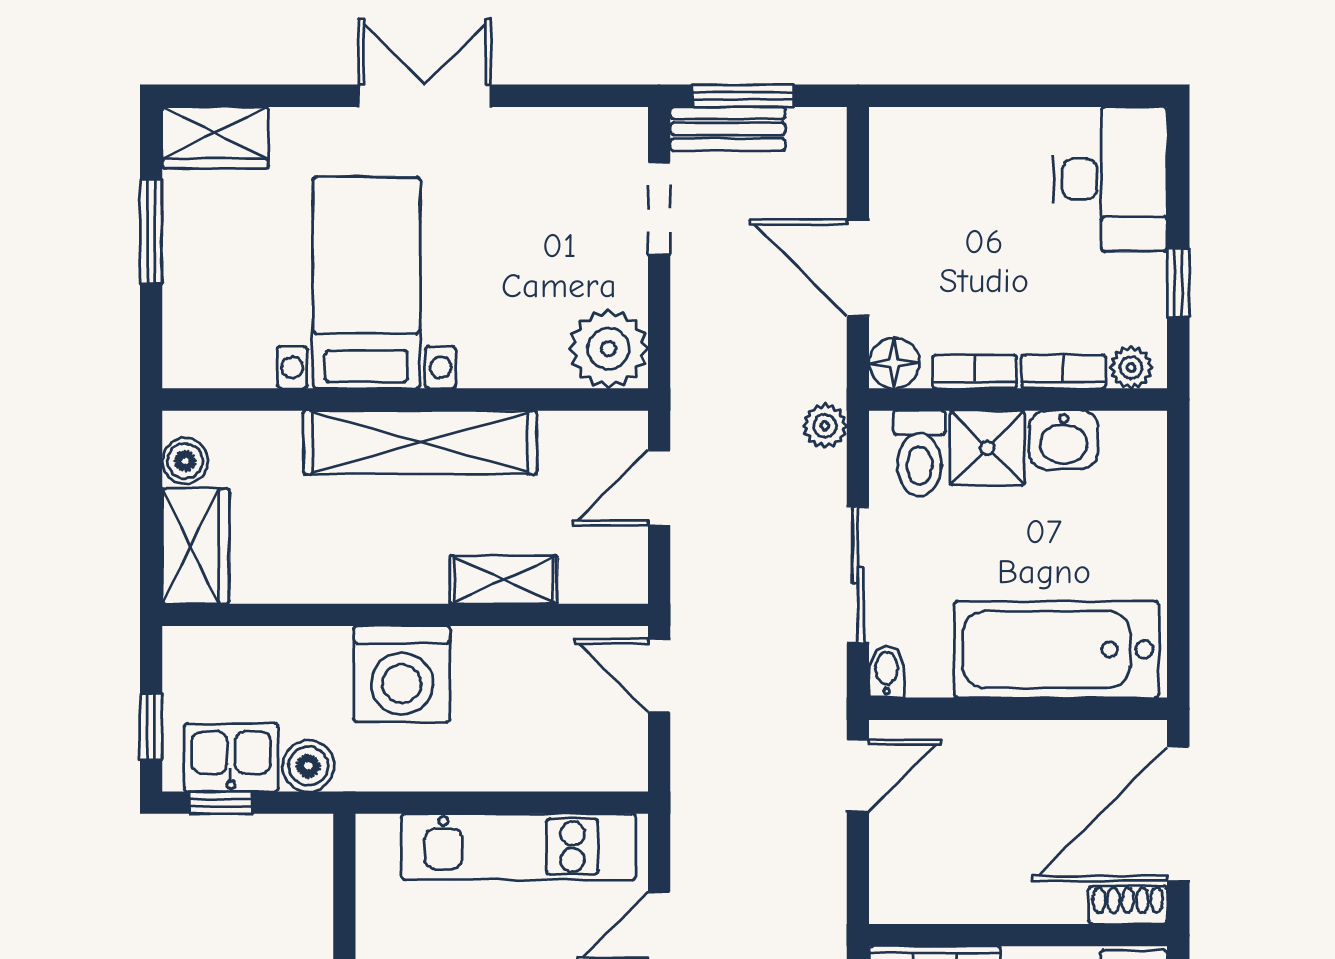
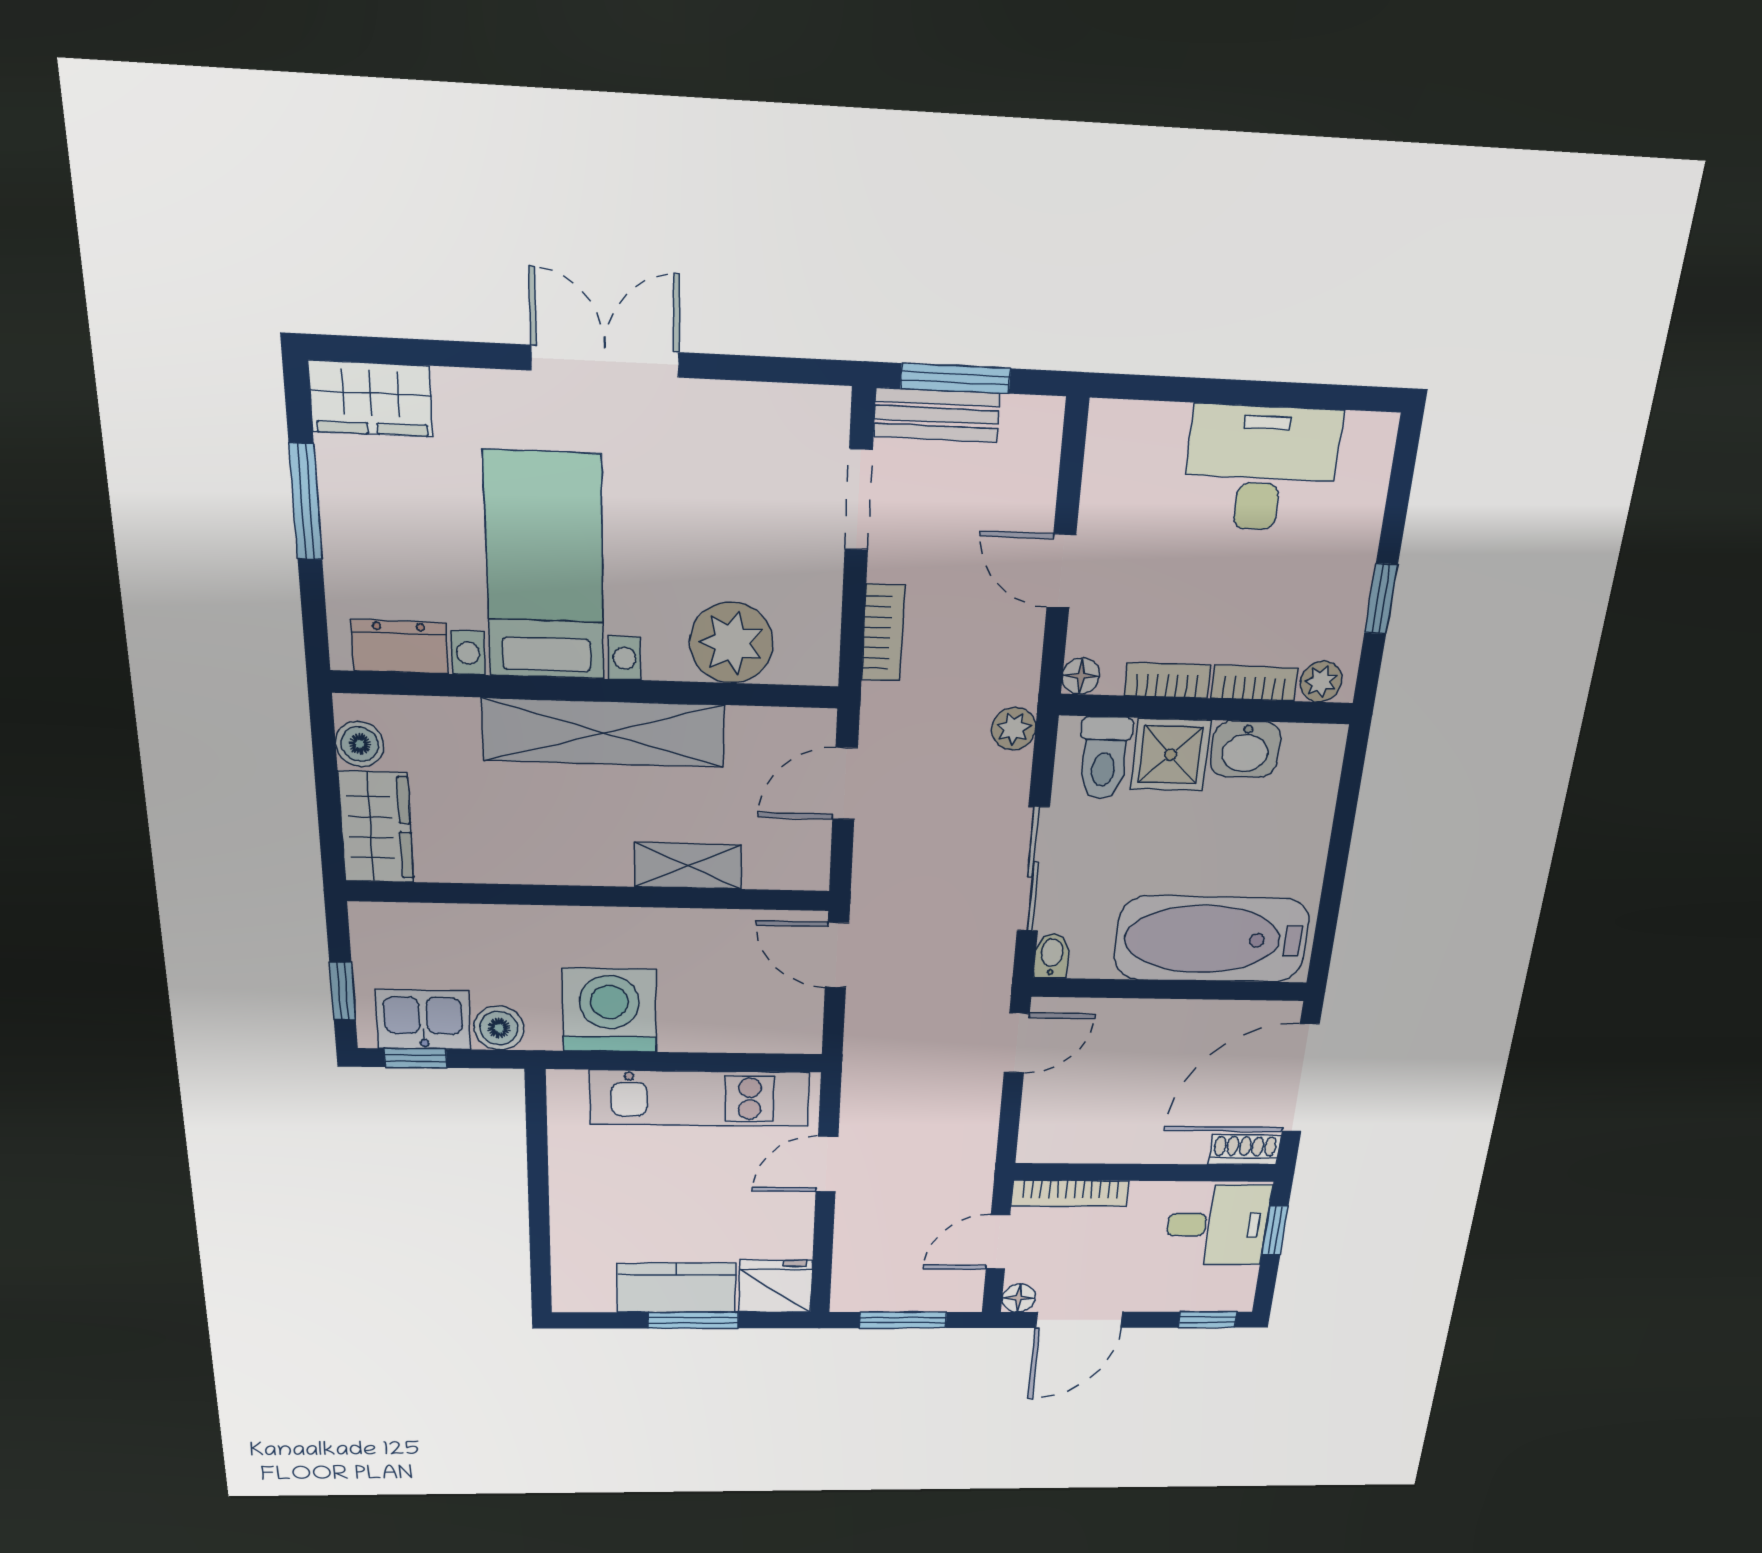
desk: (1110, 179) -> (1261, 468), moved, turned -90
door: (858, 268) -> (1061, 571), width x0.73
bookcase: (689, 334) -> (883, 633), added
plant: (608, 349) -> (731, 643), moved
floor lamp: (894, 363) -> (1081, 676), width x0.73, depth x0.73
dresser: (228, 364) -> (400, 647), added
washing machine: (402, 674) -> (609, 1010), moved, turned 180

